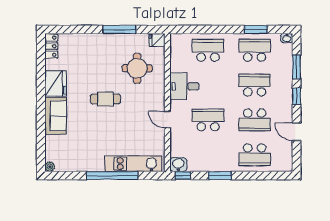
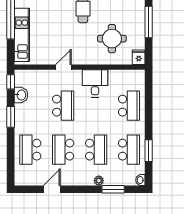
plant: (287, 82) -> (99, 181), added
window: (297, 96) -> (86, 189), removed
washbasin: (178, 164) -> (21, 95), moved

